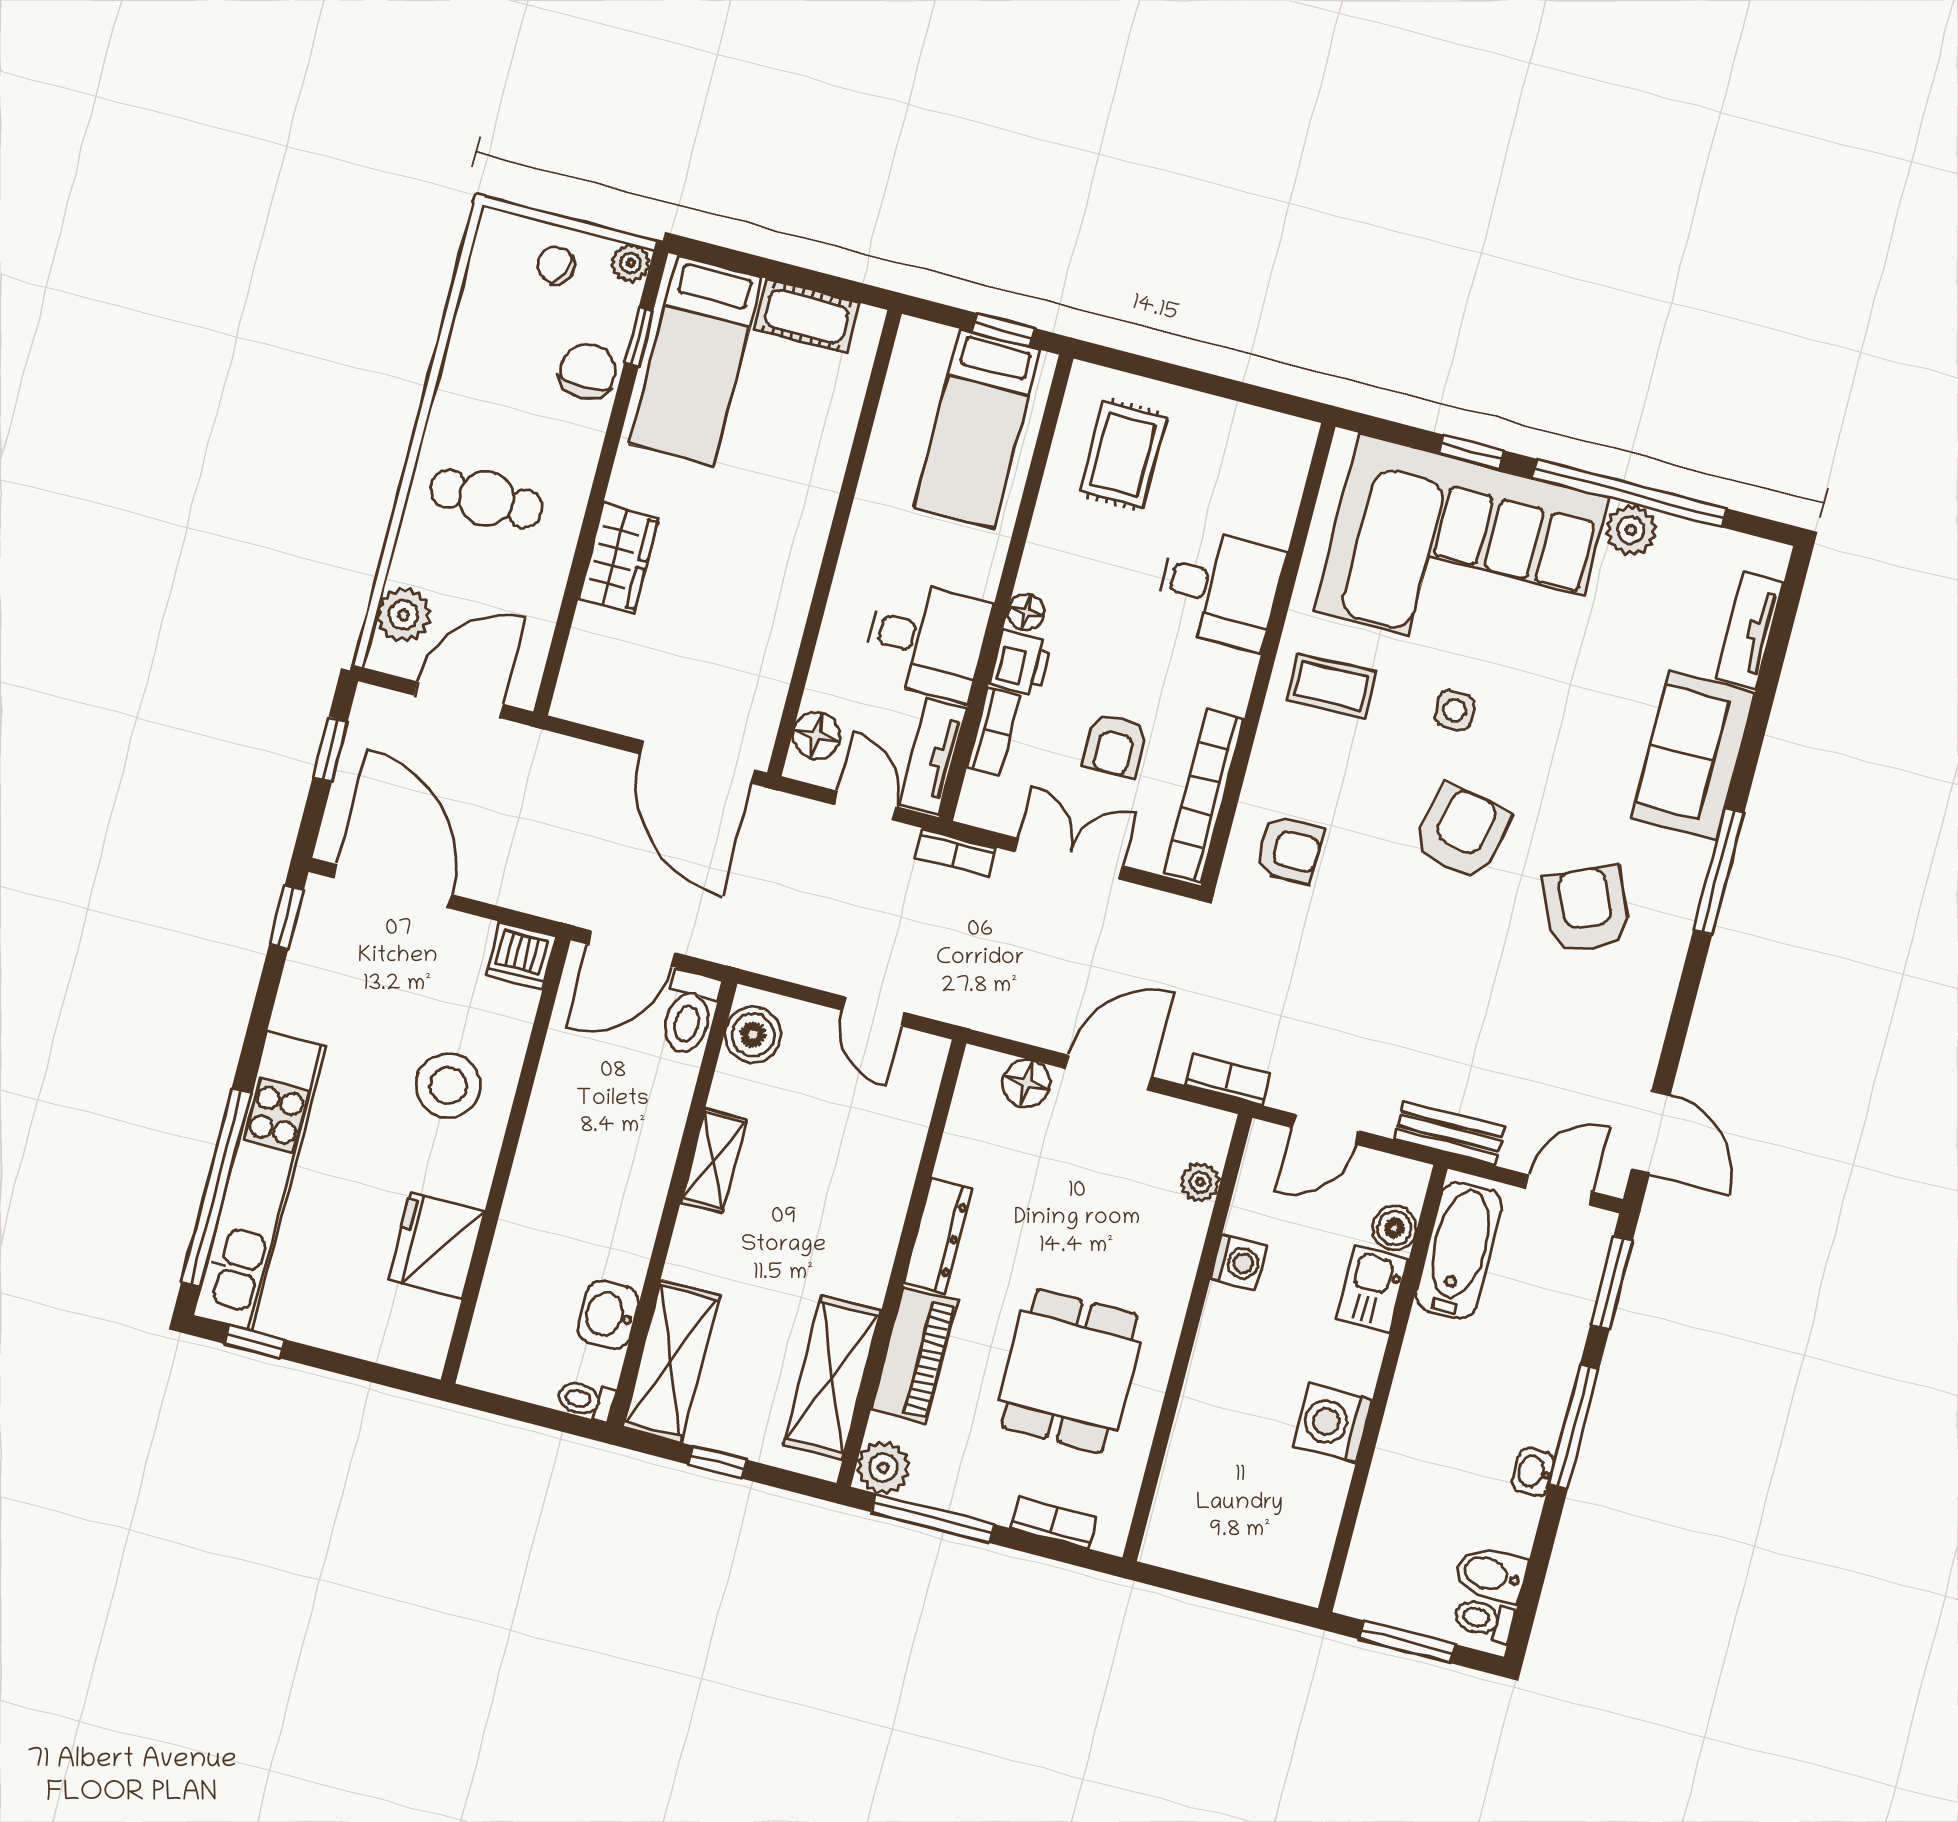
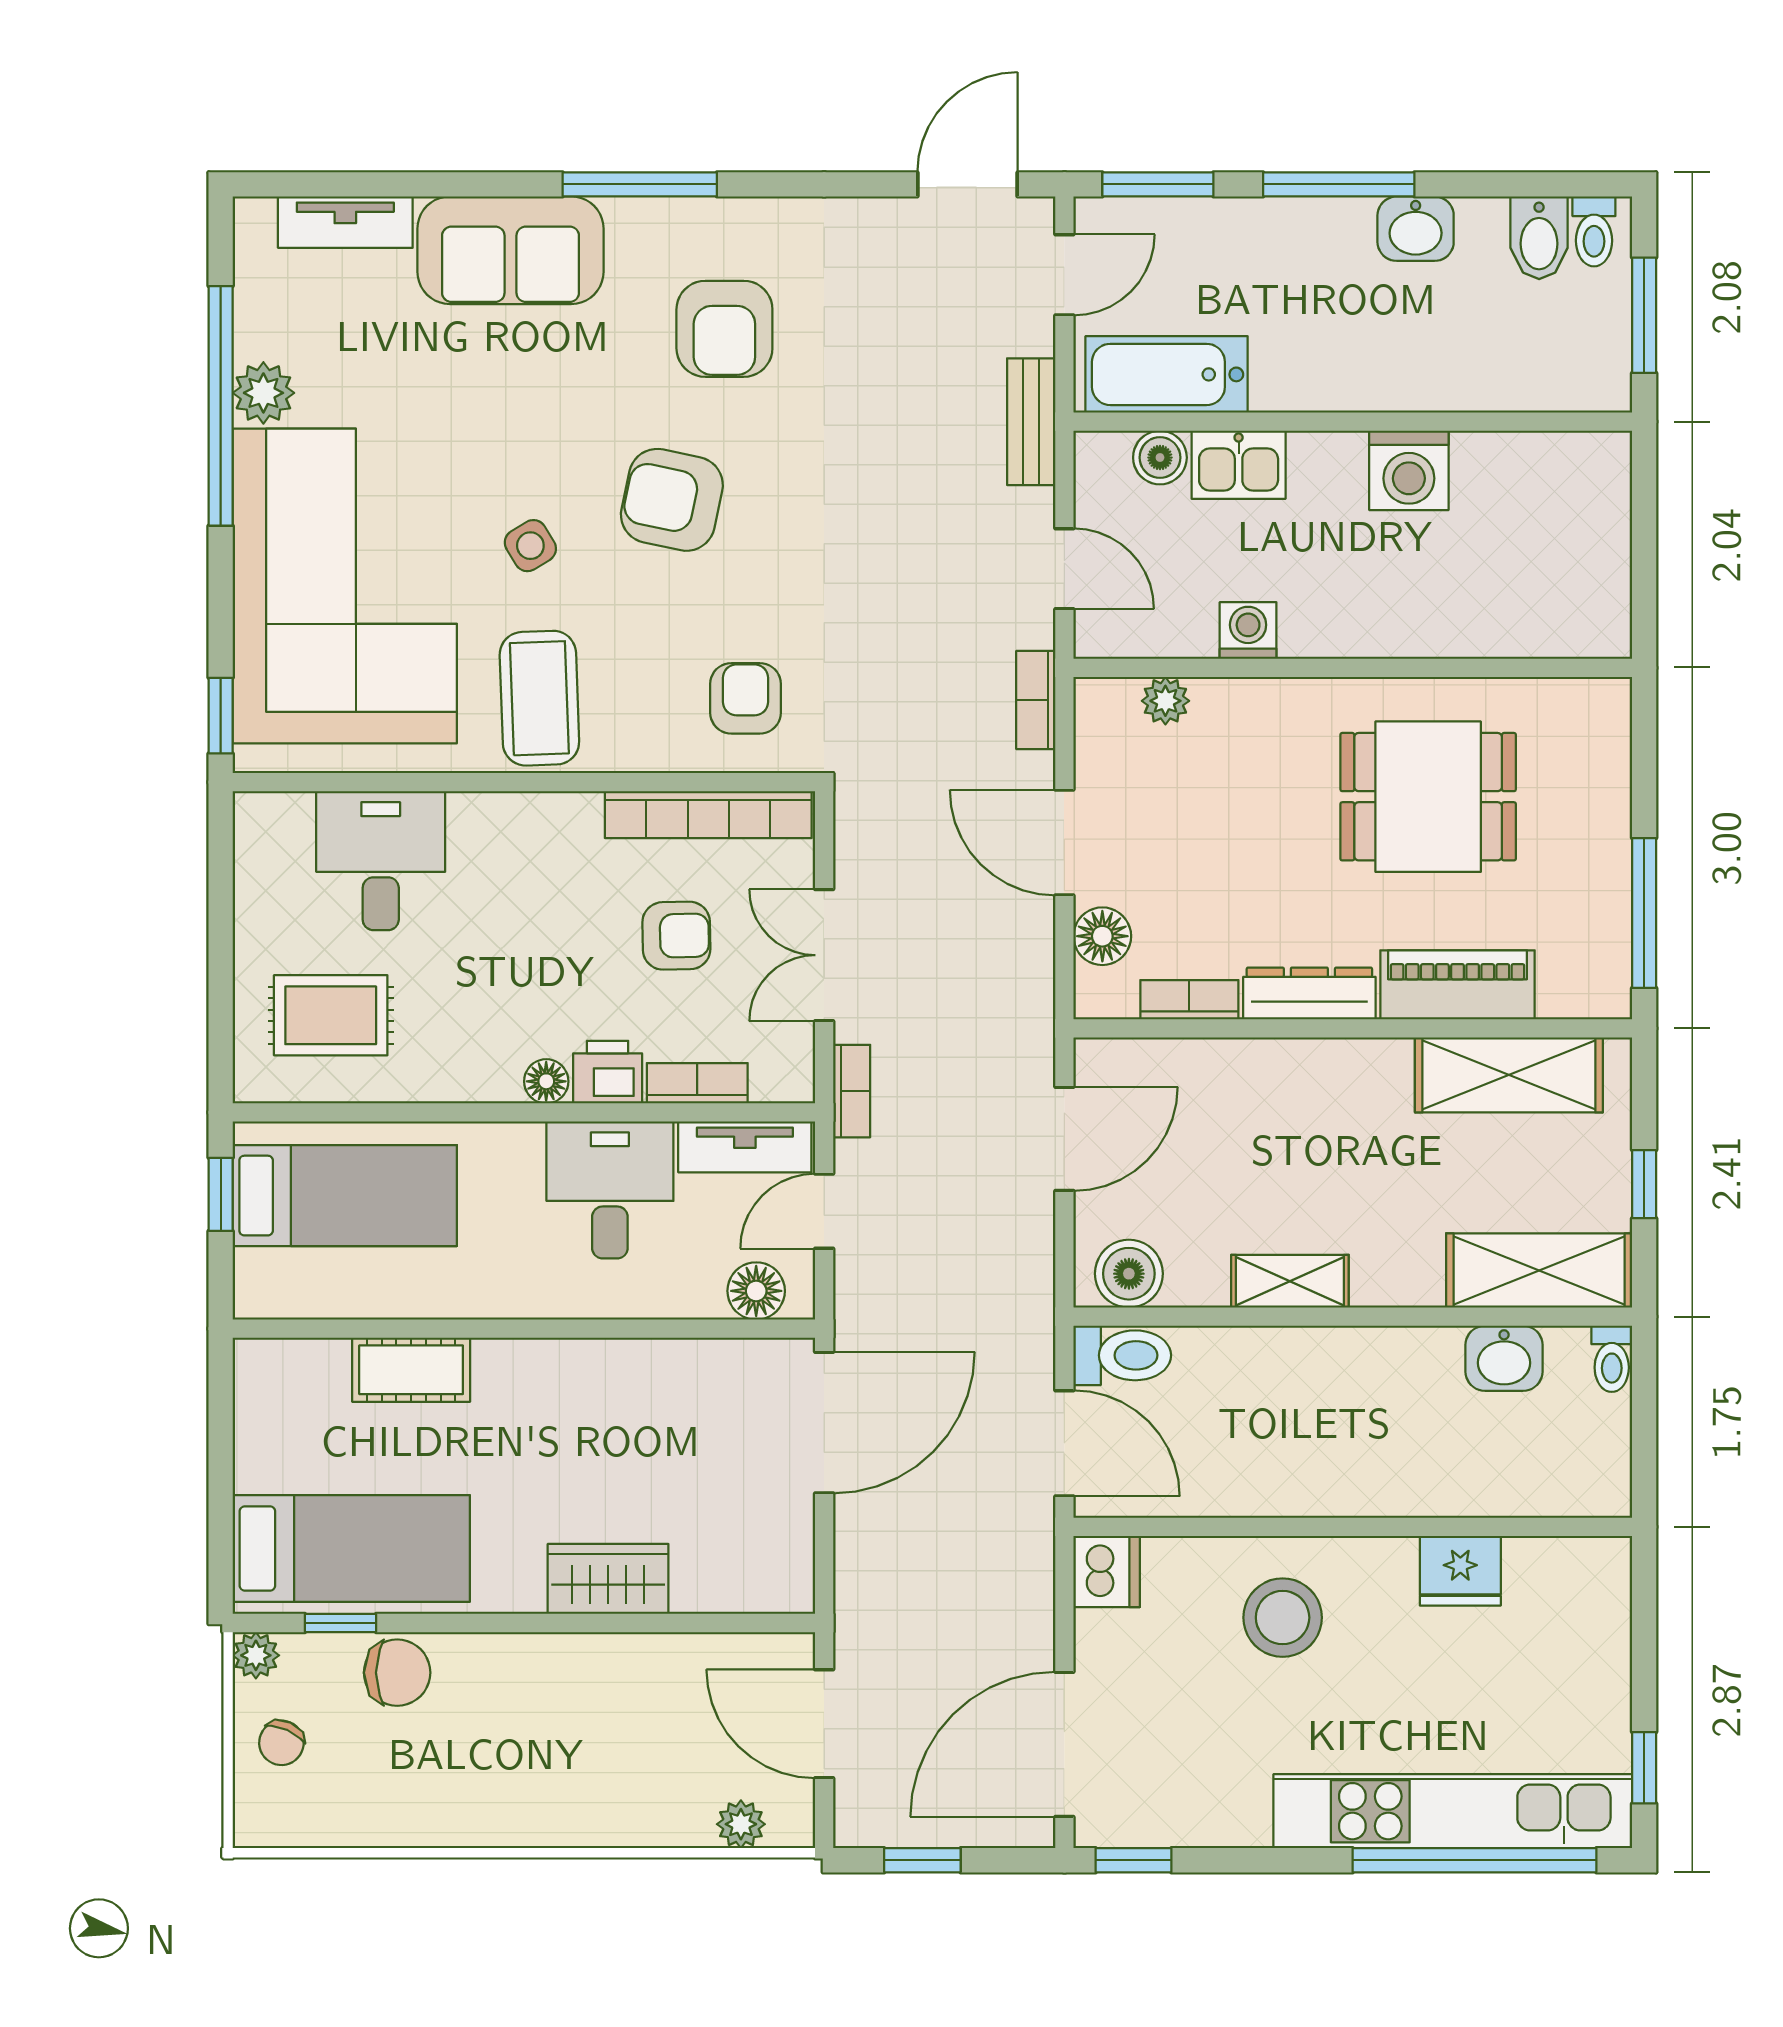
cot: (807, 316) -> (411, 1370), moved, turned 90
chair: (588, 372) -> (397, 1673), turned 180
window: (1471, 452) -> (221, 716), moved
cafe table: (486, 499) -> (578, 1753), removed
desk: (1219, 588) -> (381, 861), moved
plant: (403, 615) -> (741, 1824), width x0.73, depth x0.73
coffee table: (1332, 686) -> (539, 698), width x1.36, depth x1.30
side table: (1455, 710) -> (530, 546), turned -31
armchair: (1586, 909) -> (724, 329), turned -66
door: (873, 1011) -> (1064, 1139), width x1.38
door: (1559, 1190) -> (1064, 275), swing flipped
fridge: (436, 1245) -> (1460, 1571), width x0.73, depth x0.75
plant: (883, 1468) -> (1600, 987), removed
washbasin: (1533, 1472) -> (1416, 229), width x1.38, depth x1.45
bookcase: (1054, 1523) -> (1189, 1000), moved, turned 90

